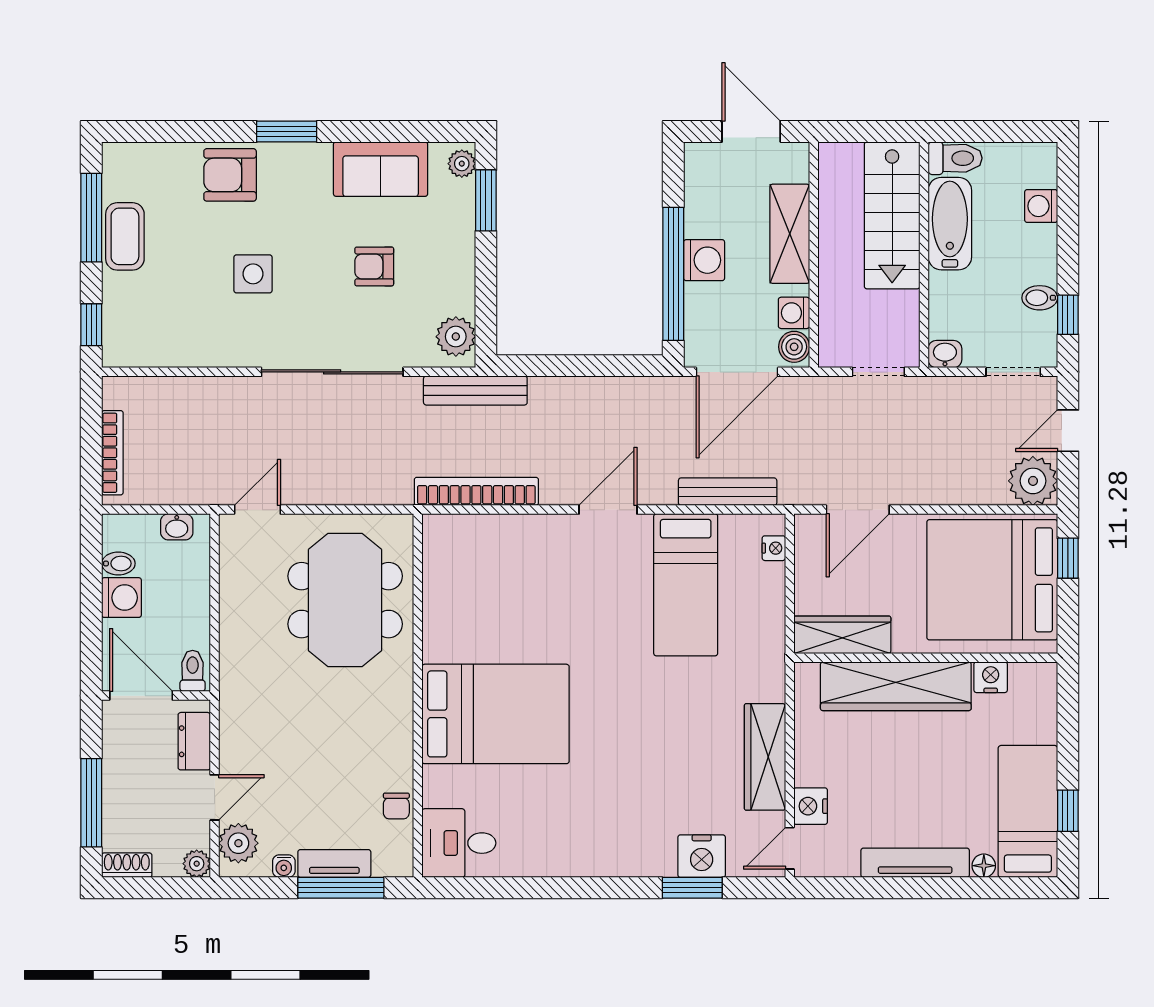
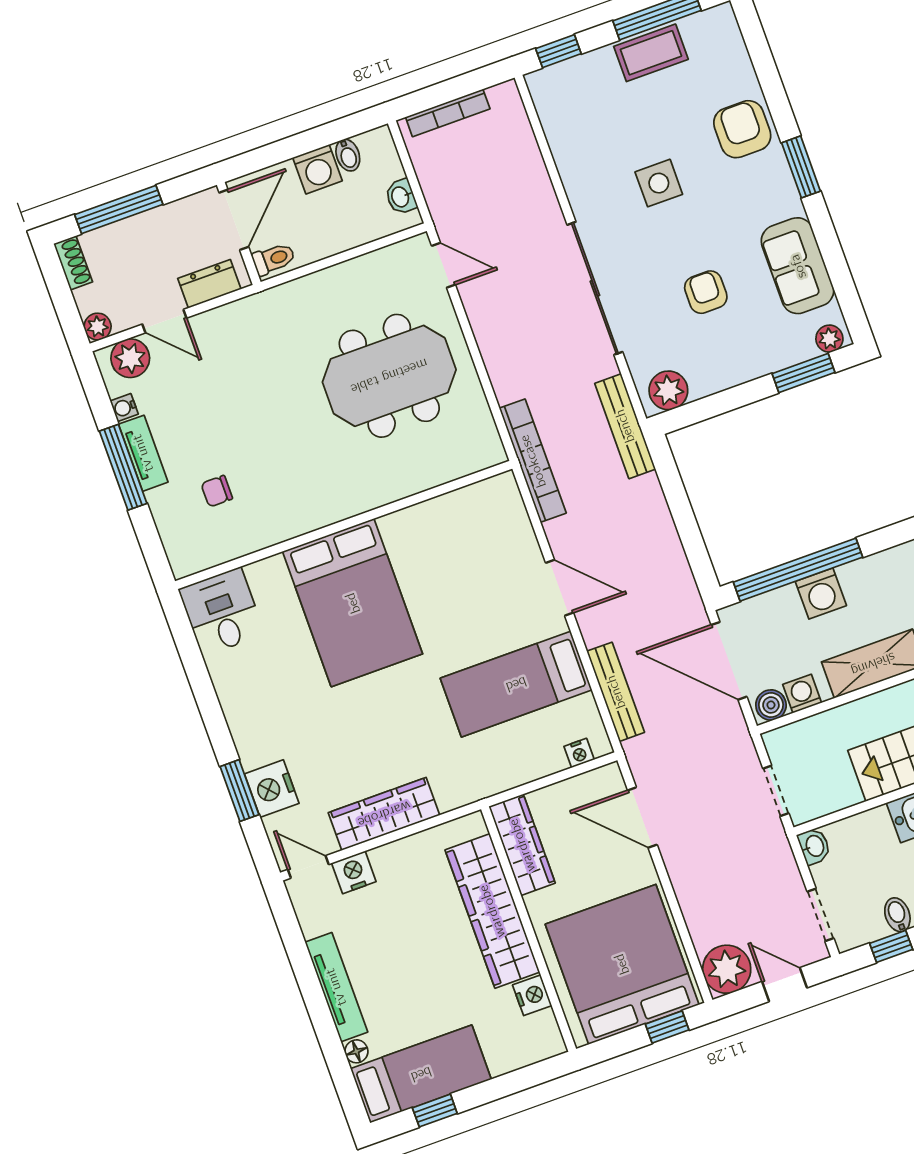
wall: (418, 696) -> (344, 525), moved
bed: (496, 714) -> (353, 603), moved
desk: (459, 843) -> (222, 612), moved

